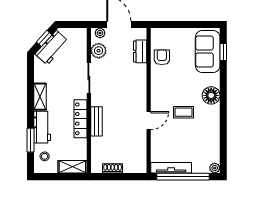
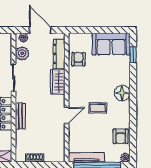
dresser: (140, 51) -> (59, 54), width x1.44
sofa: (208, 52) -> (111, 44), moved, turned -90
wardrobe: (139, 83) -> (58, 82), added
armchair: (209, 144) -> (121, 136), added

